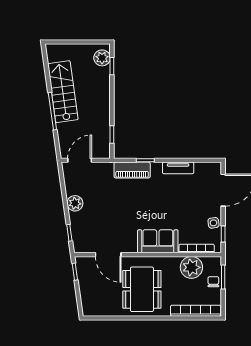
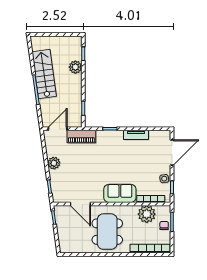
plant: (102, 58) -> (75, 67), moved
piano: (132, 170) -> (81, 137), moved

